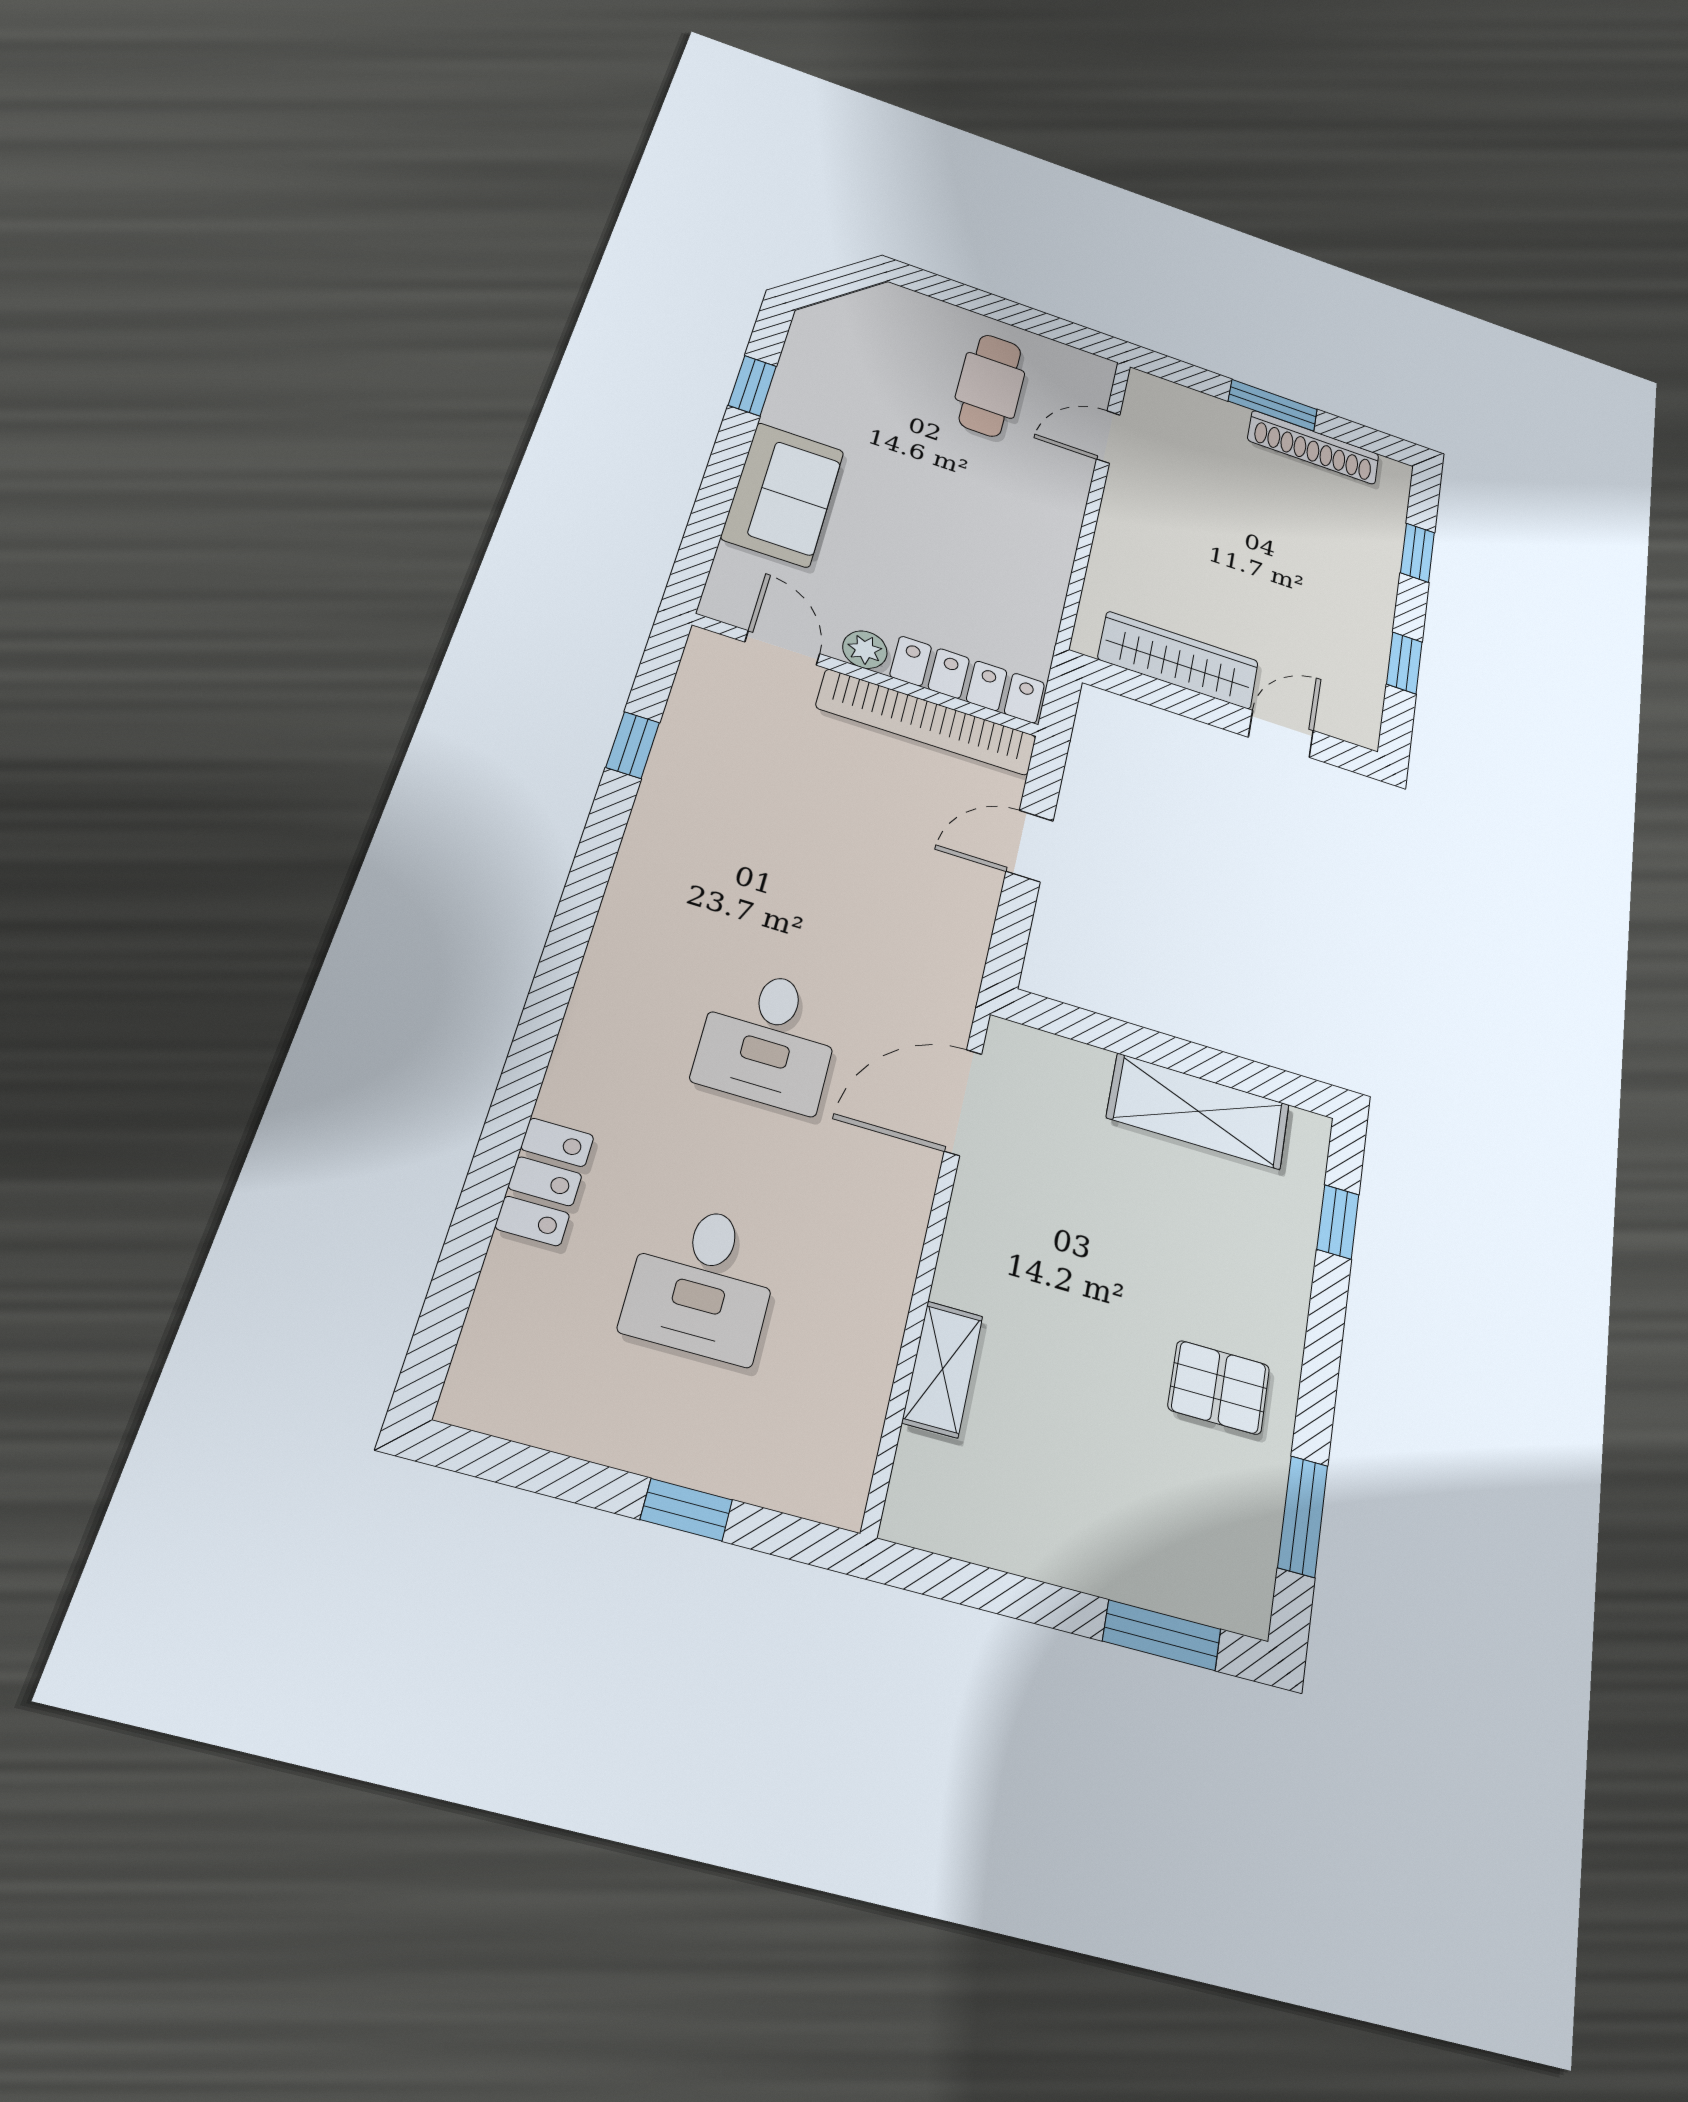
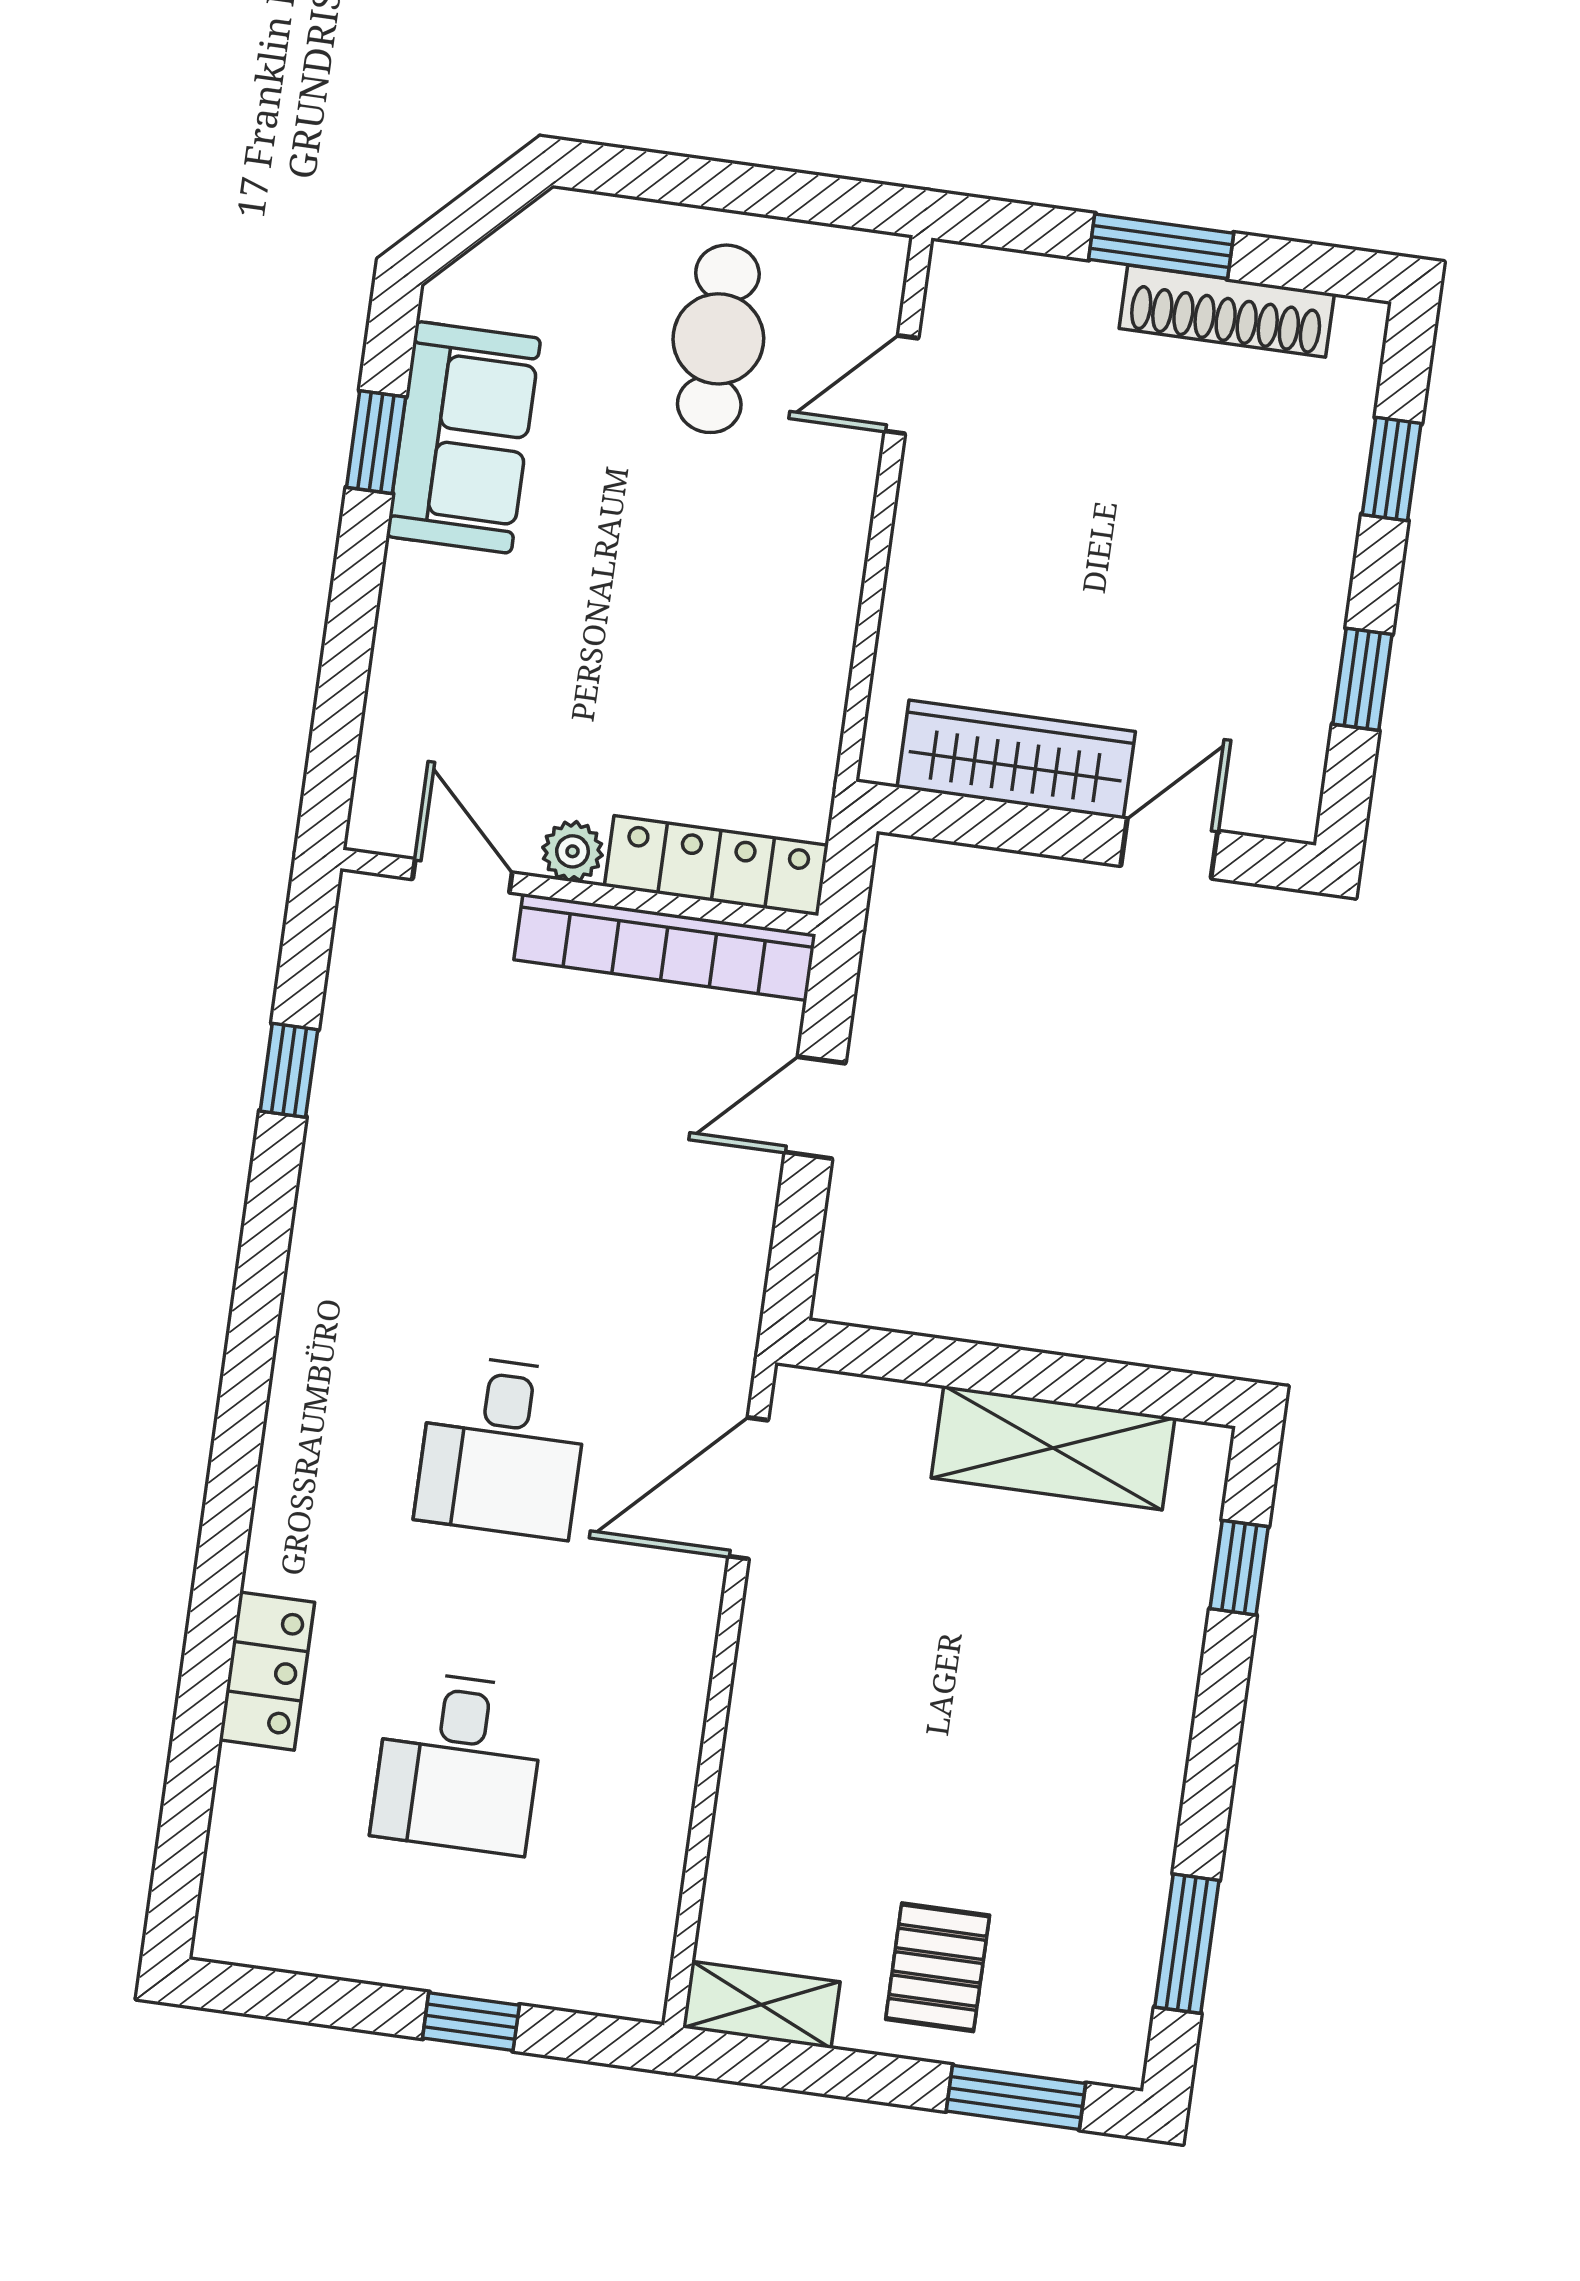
sofa: (783, 494) -> (464, 437), moved
shelving: (943, 1369) -> (761, 2005), moved, turned 90
pallet: (1219, 1387) -> (938, 1967), moved, turned 90

